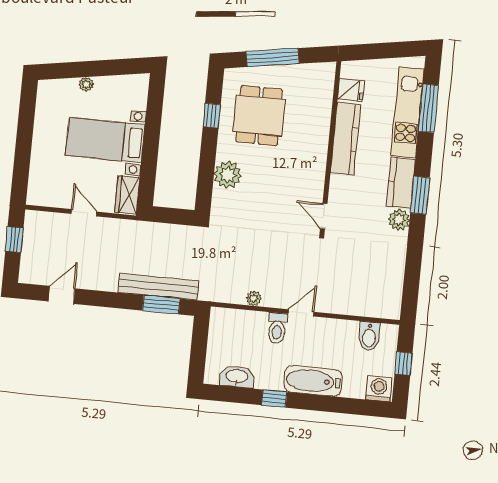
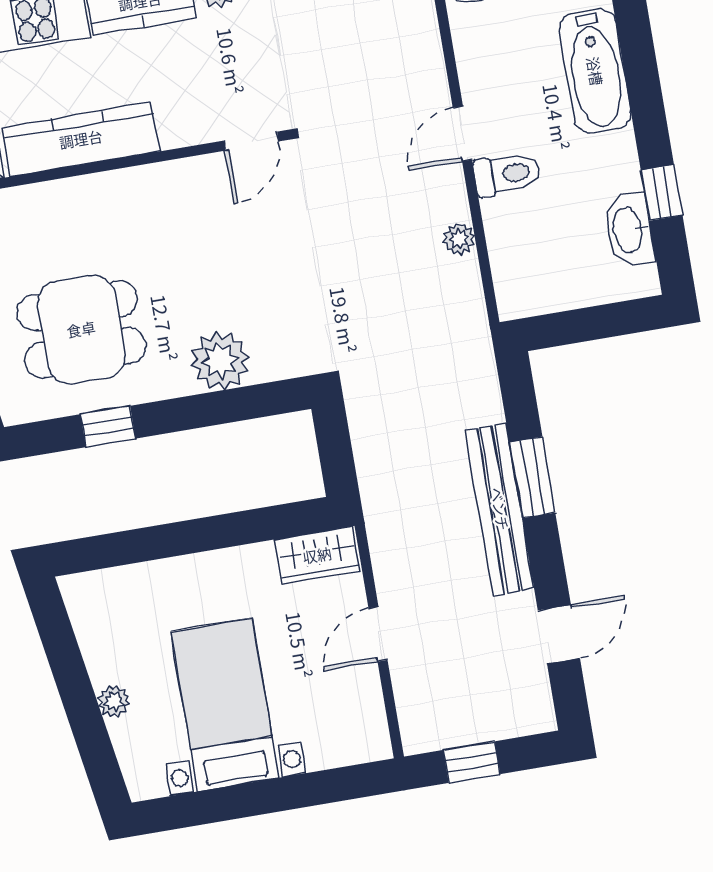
bed with nightstands: (105, 140) -> (225, 705), moved, turned 180
bench: (158, 287) -> (500, 509), moved
door: (62, 295) -> (559, 634), swing flipped
window: (161, 305) -> (532, 477), moved
door: (301, 313) -> (462, 134), hinge flipped
window: (274, 399) -> (662, 193), moved

